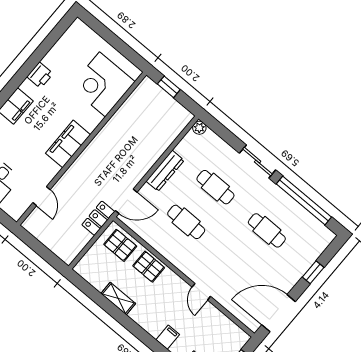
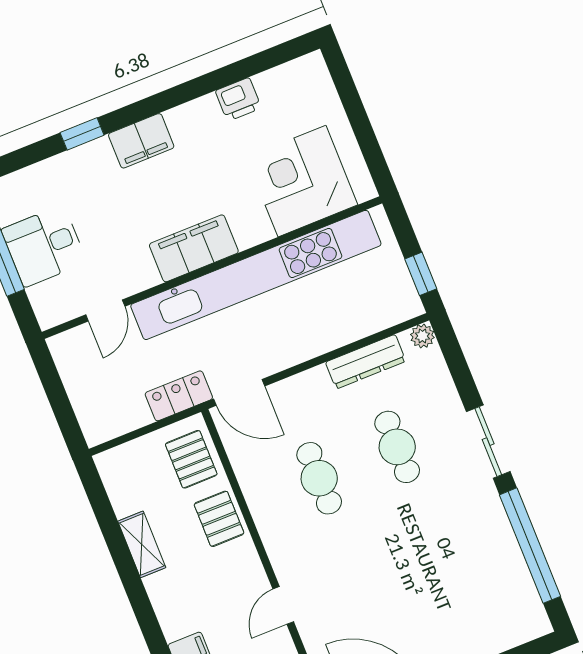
printer: (40, 75) -> (238, 99), moved
window: (169, 87) -> (421, 274), moved
kitchen unit: (104, 141) -> (256, 275), added
dresser: (165, 171) -> (366, 362), moved
cafe table: (267, 230) -> (444, 562), removed

